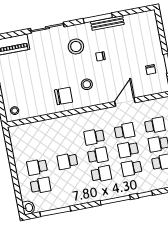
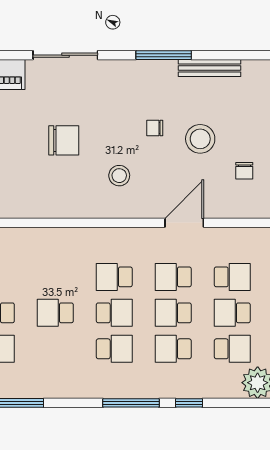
bench: (107, 23) -> (210, 68), moved
stool: (76, 46) -> (200, 139), moved
chair: (64, 96) -> (64, 140), moved
school desk: (125, 131) -> (173, 277), turned 180

